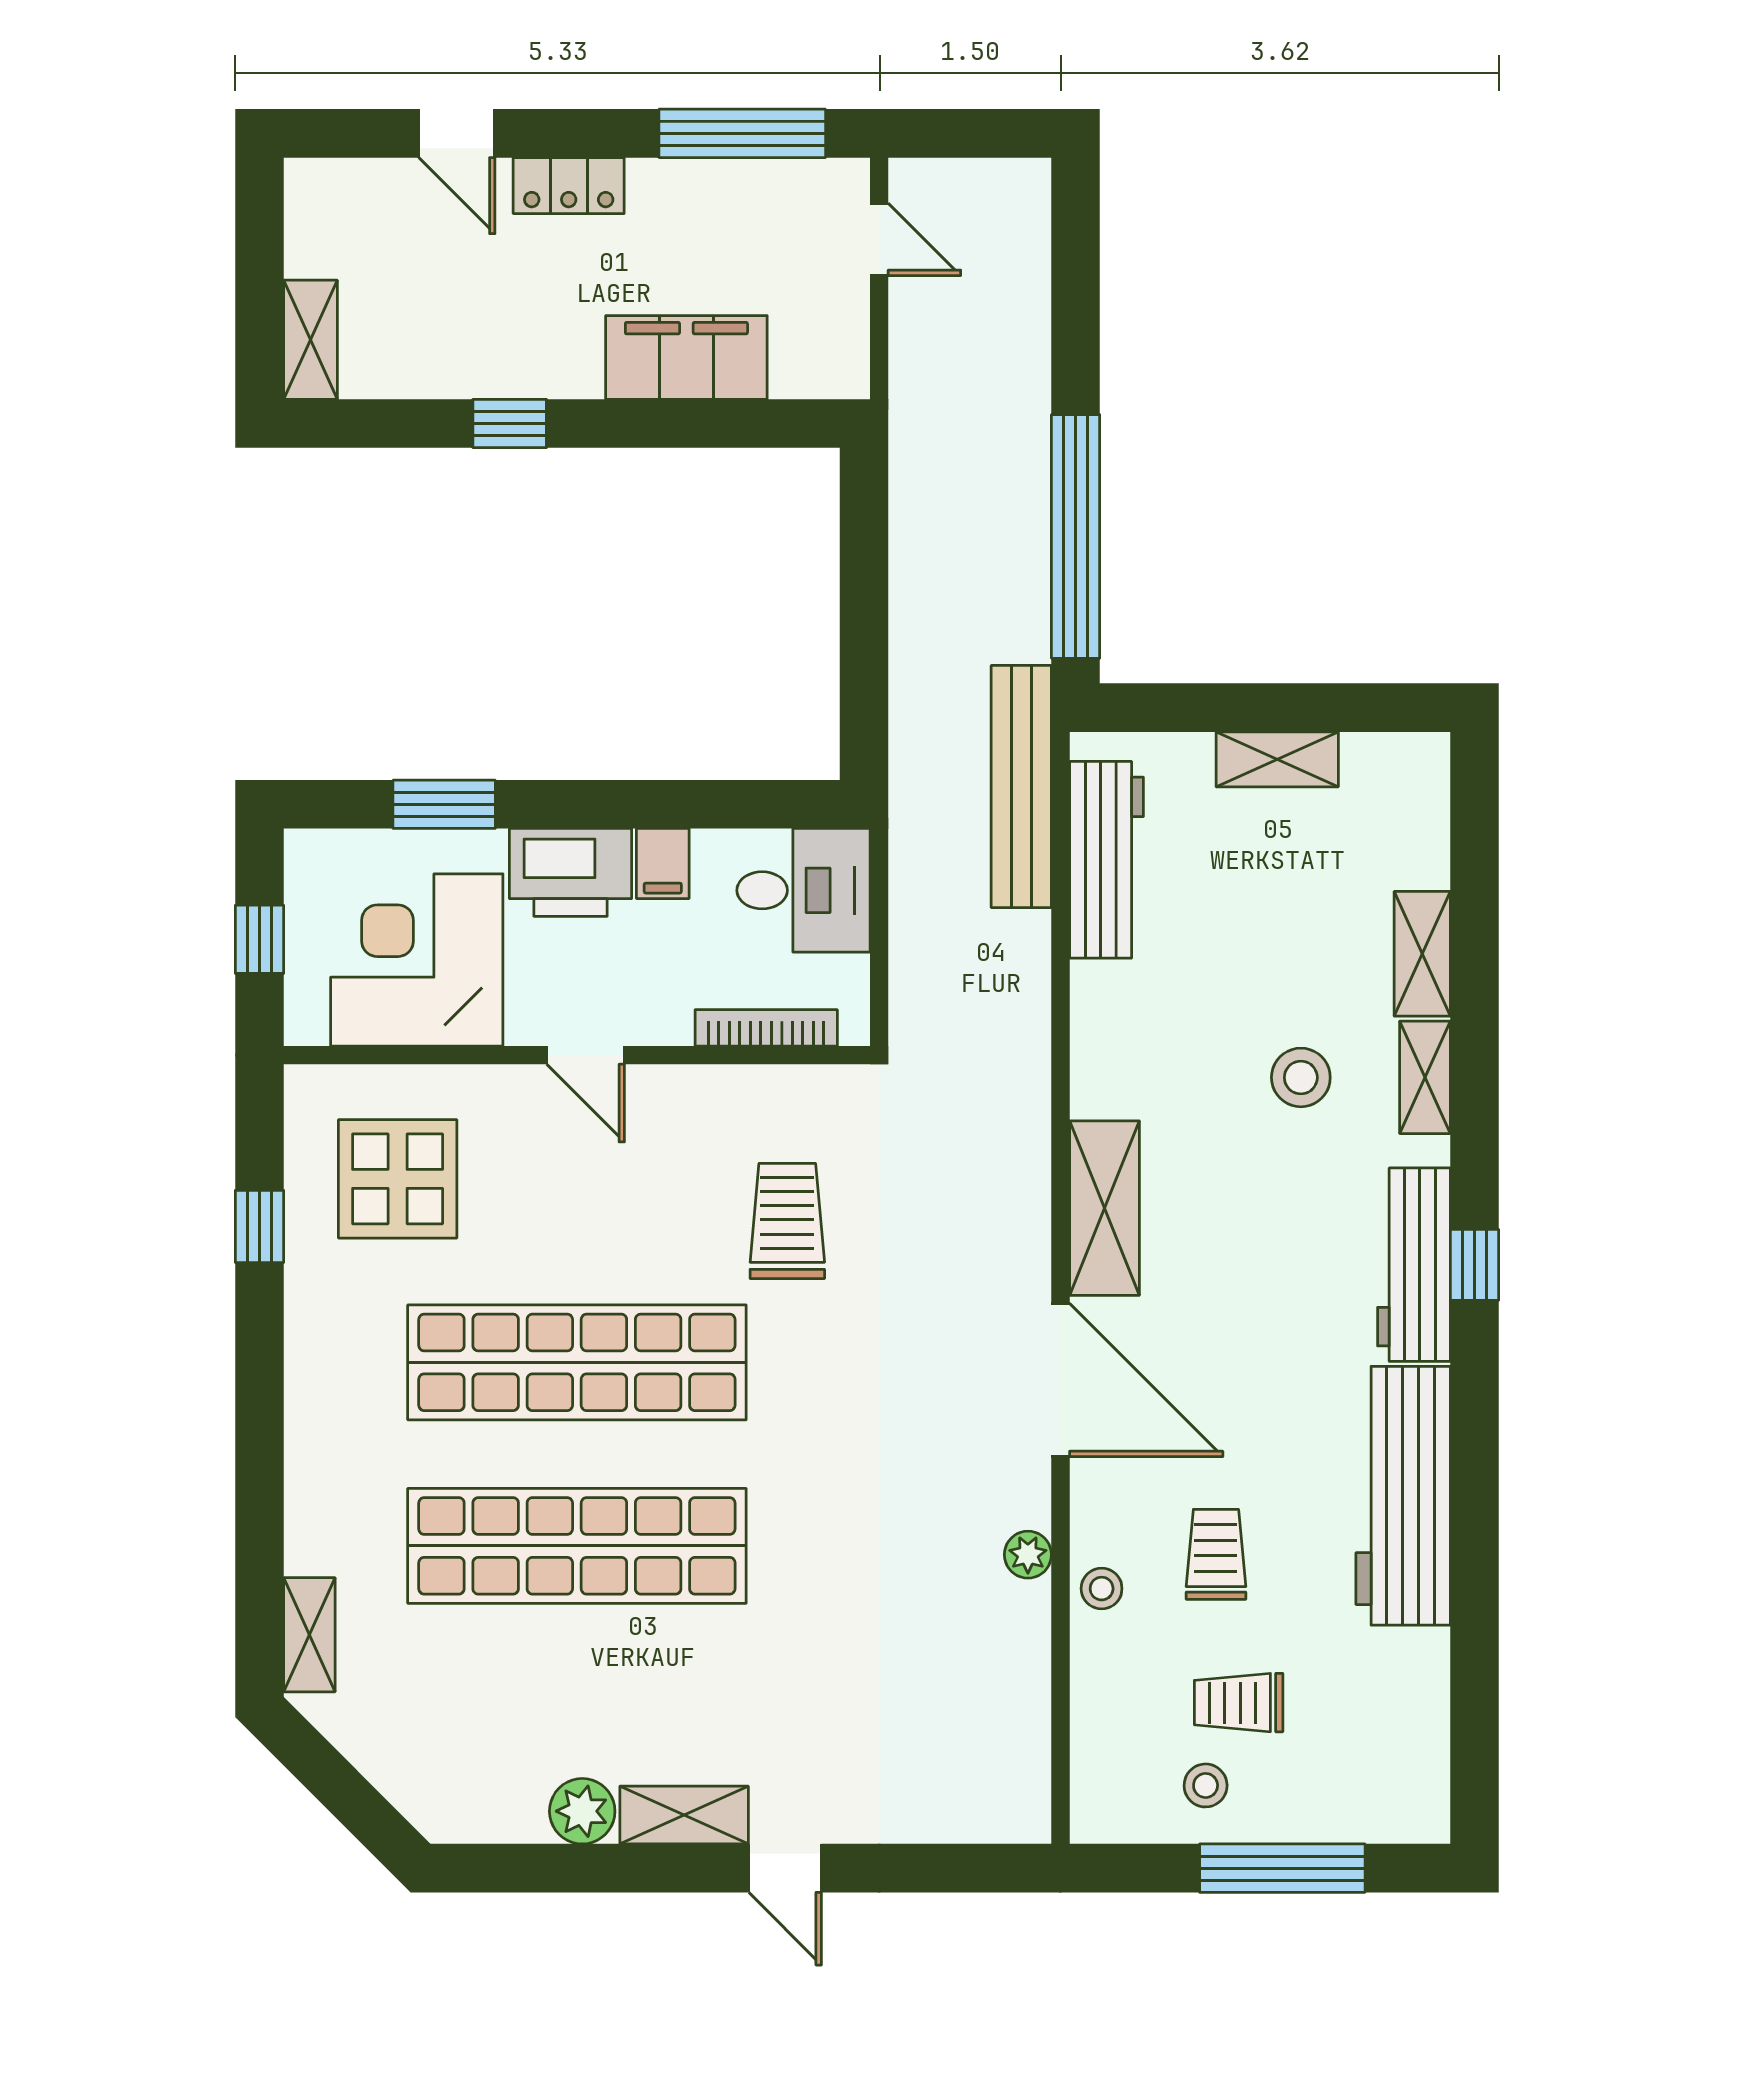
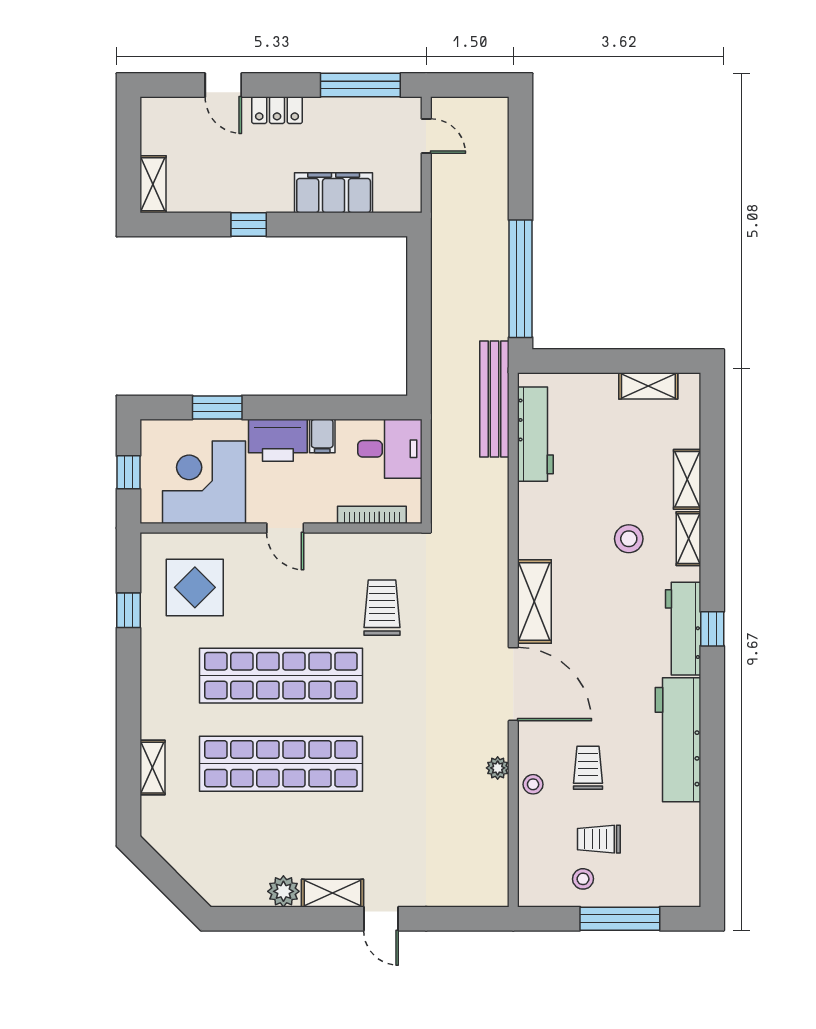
shelving: (1277, 759) -> (648, 386), moved
shelving: (309, 1635) -> (152, 768), moved

